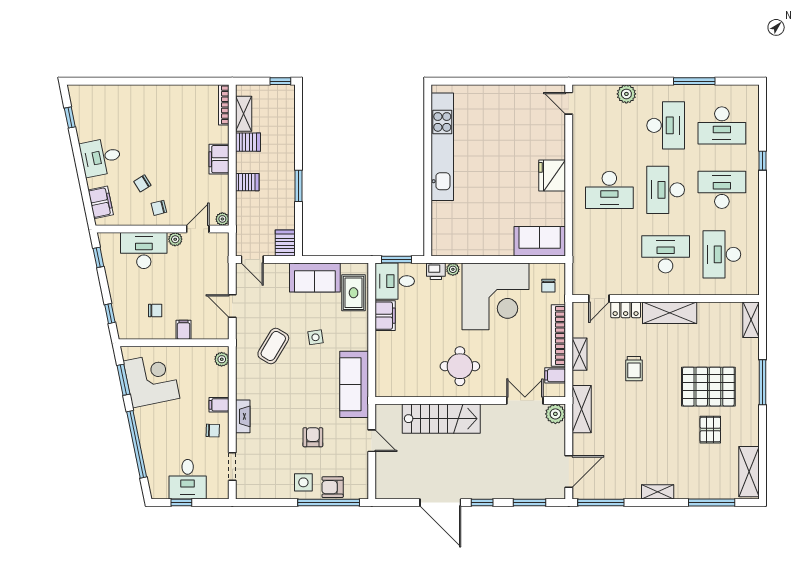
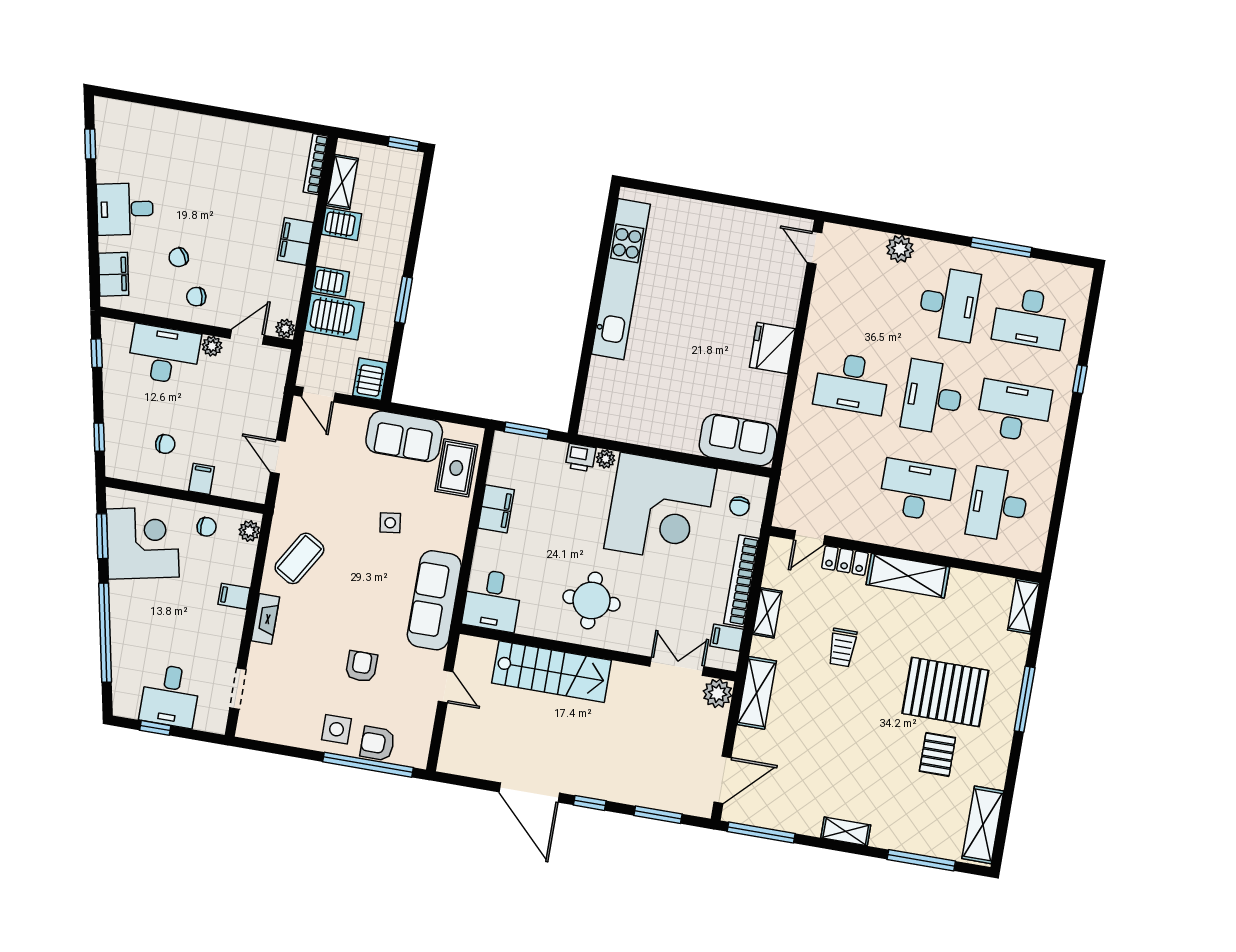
server rack: (254, 205) -> (334, 317), added
desk: (395, 281) -> (492, 600), moved, turned -90
coffee table: (273, 346) -> (299, 558), moved
chair: (213, 431) -> (207, 527), moved

